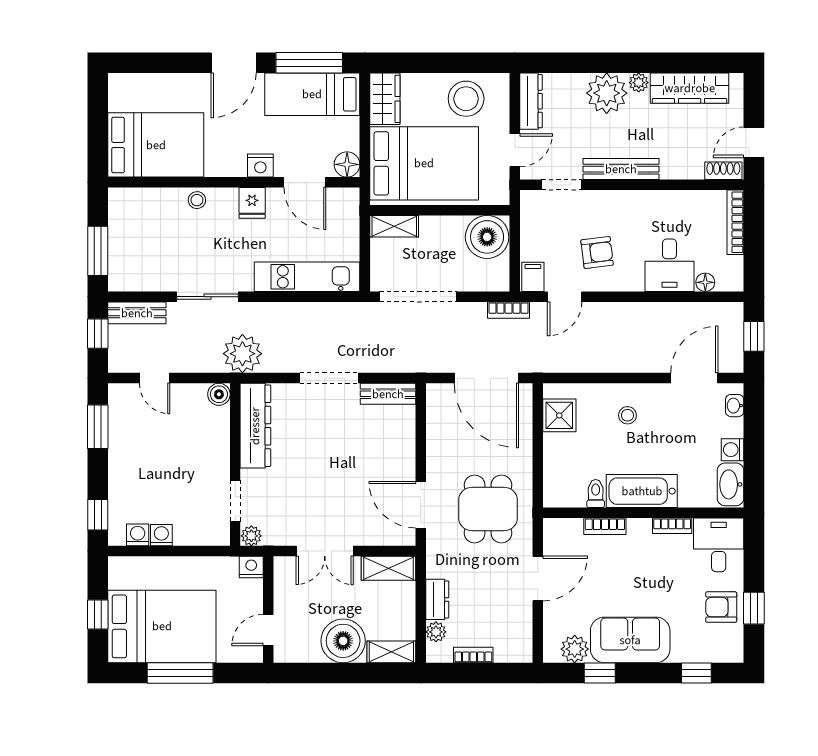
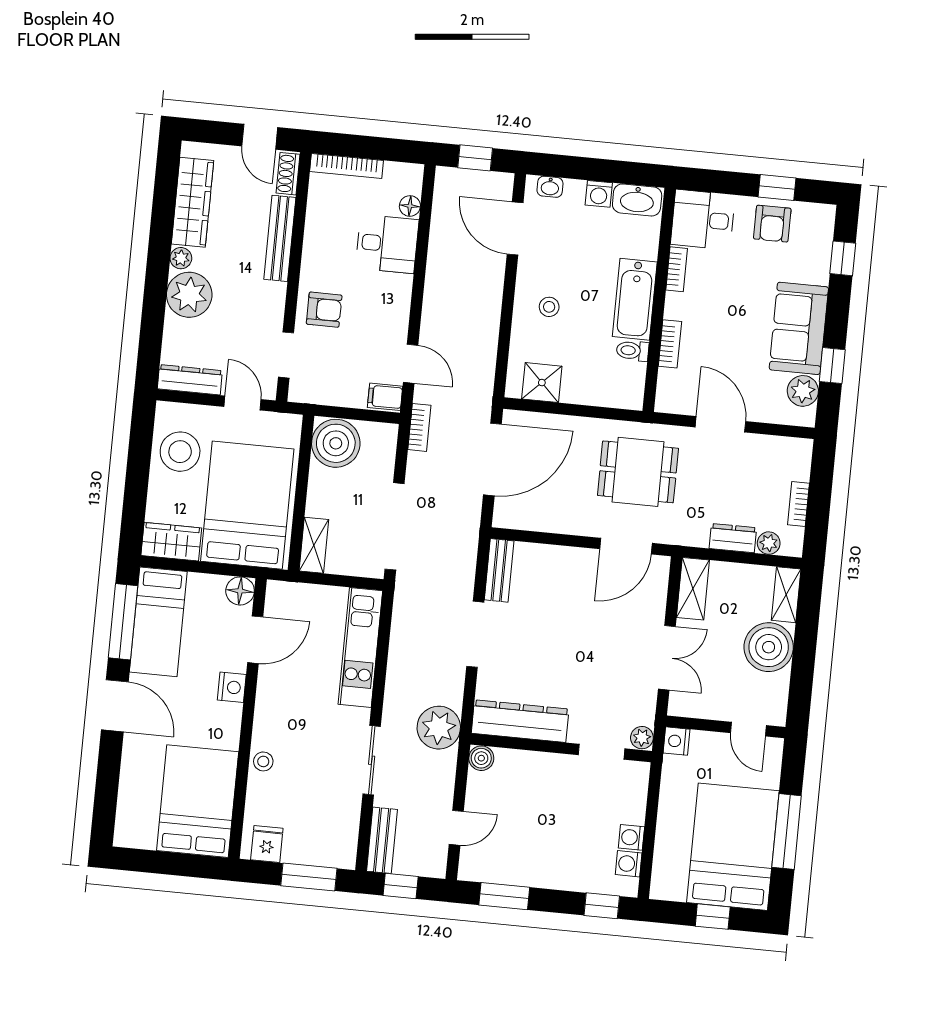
bench: (621, 169) -> (280, 238), moved
fridge: (252, 203) -> (267, 844), moved, turned -90
armchair: (597, 252) -> (324, 310), moved, turned 97

